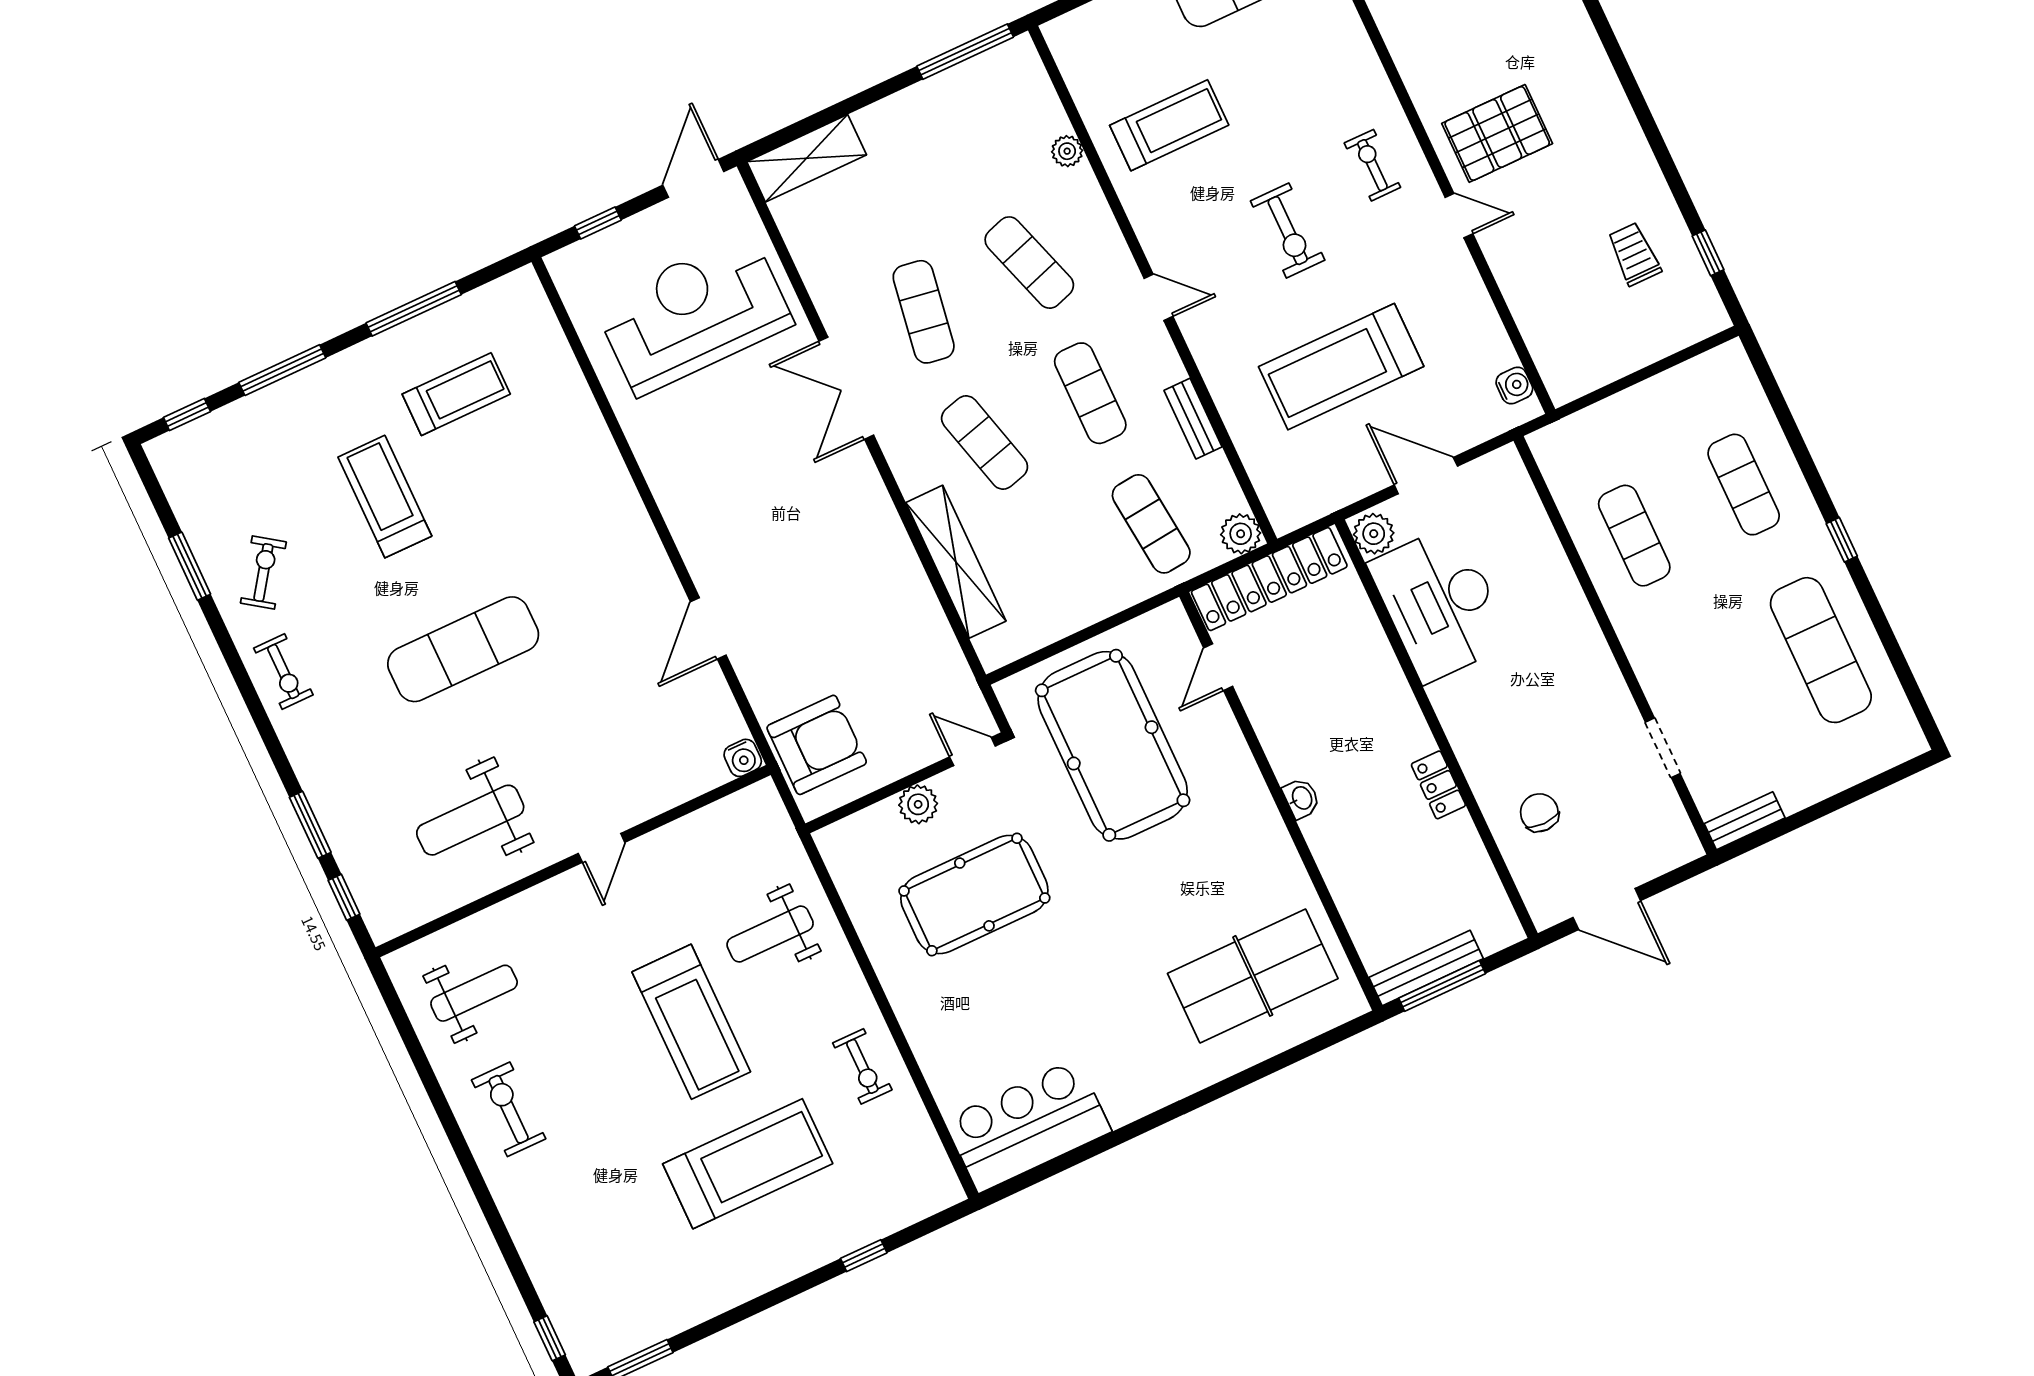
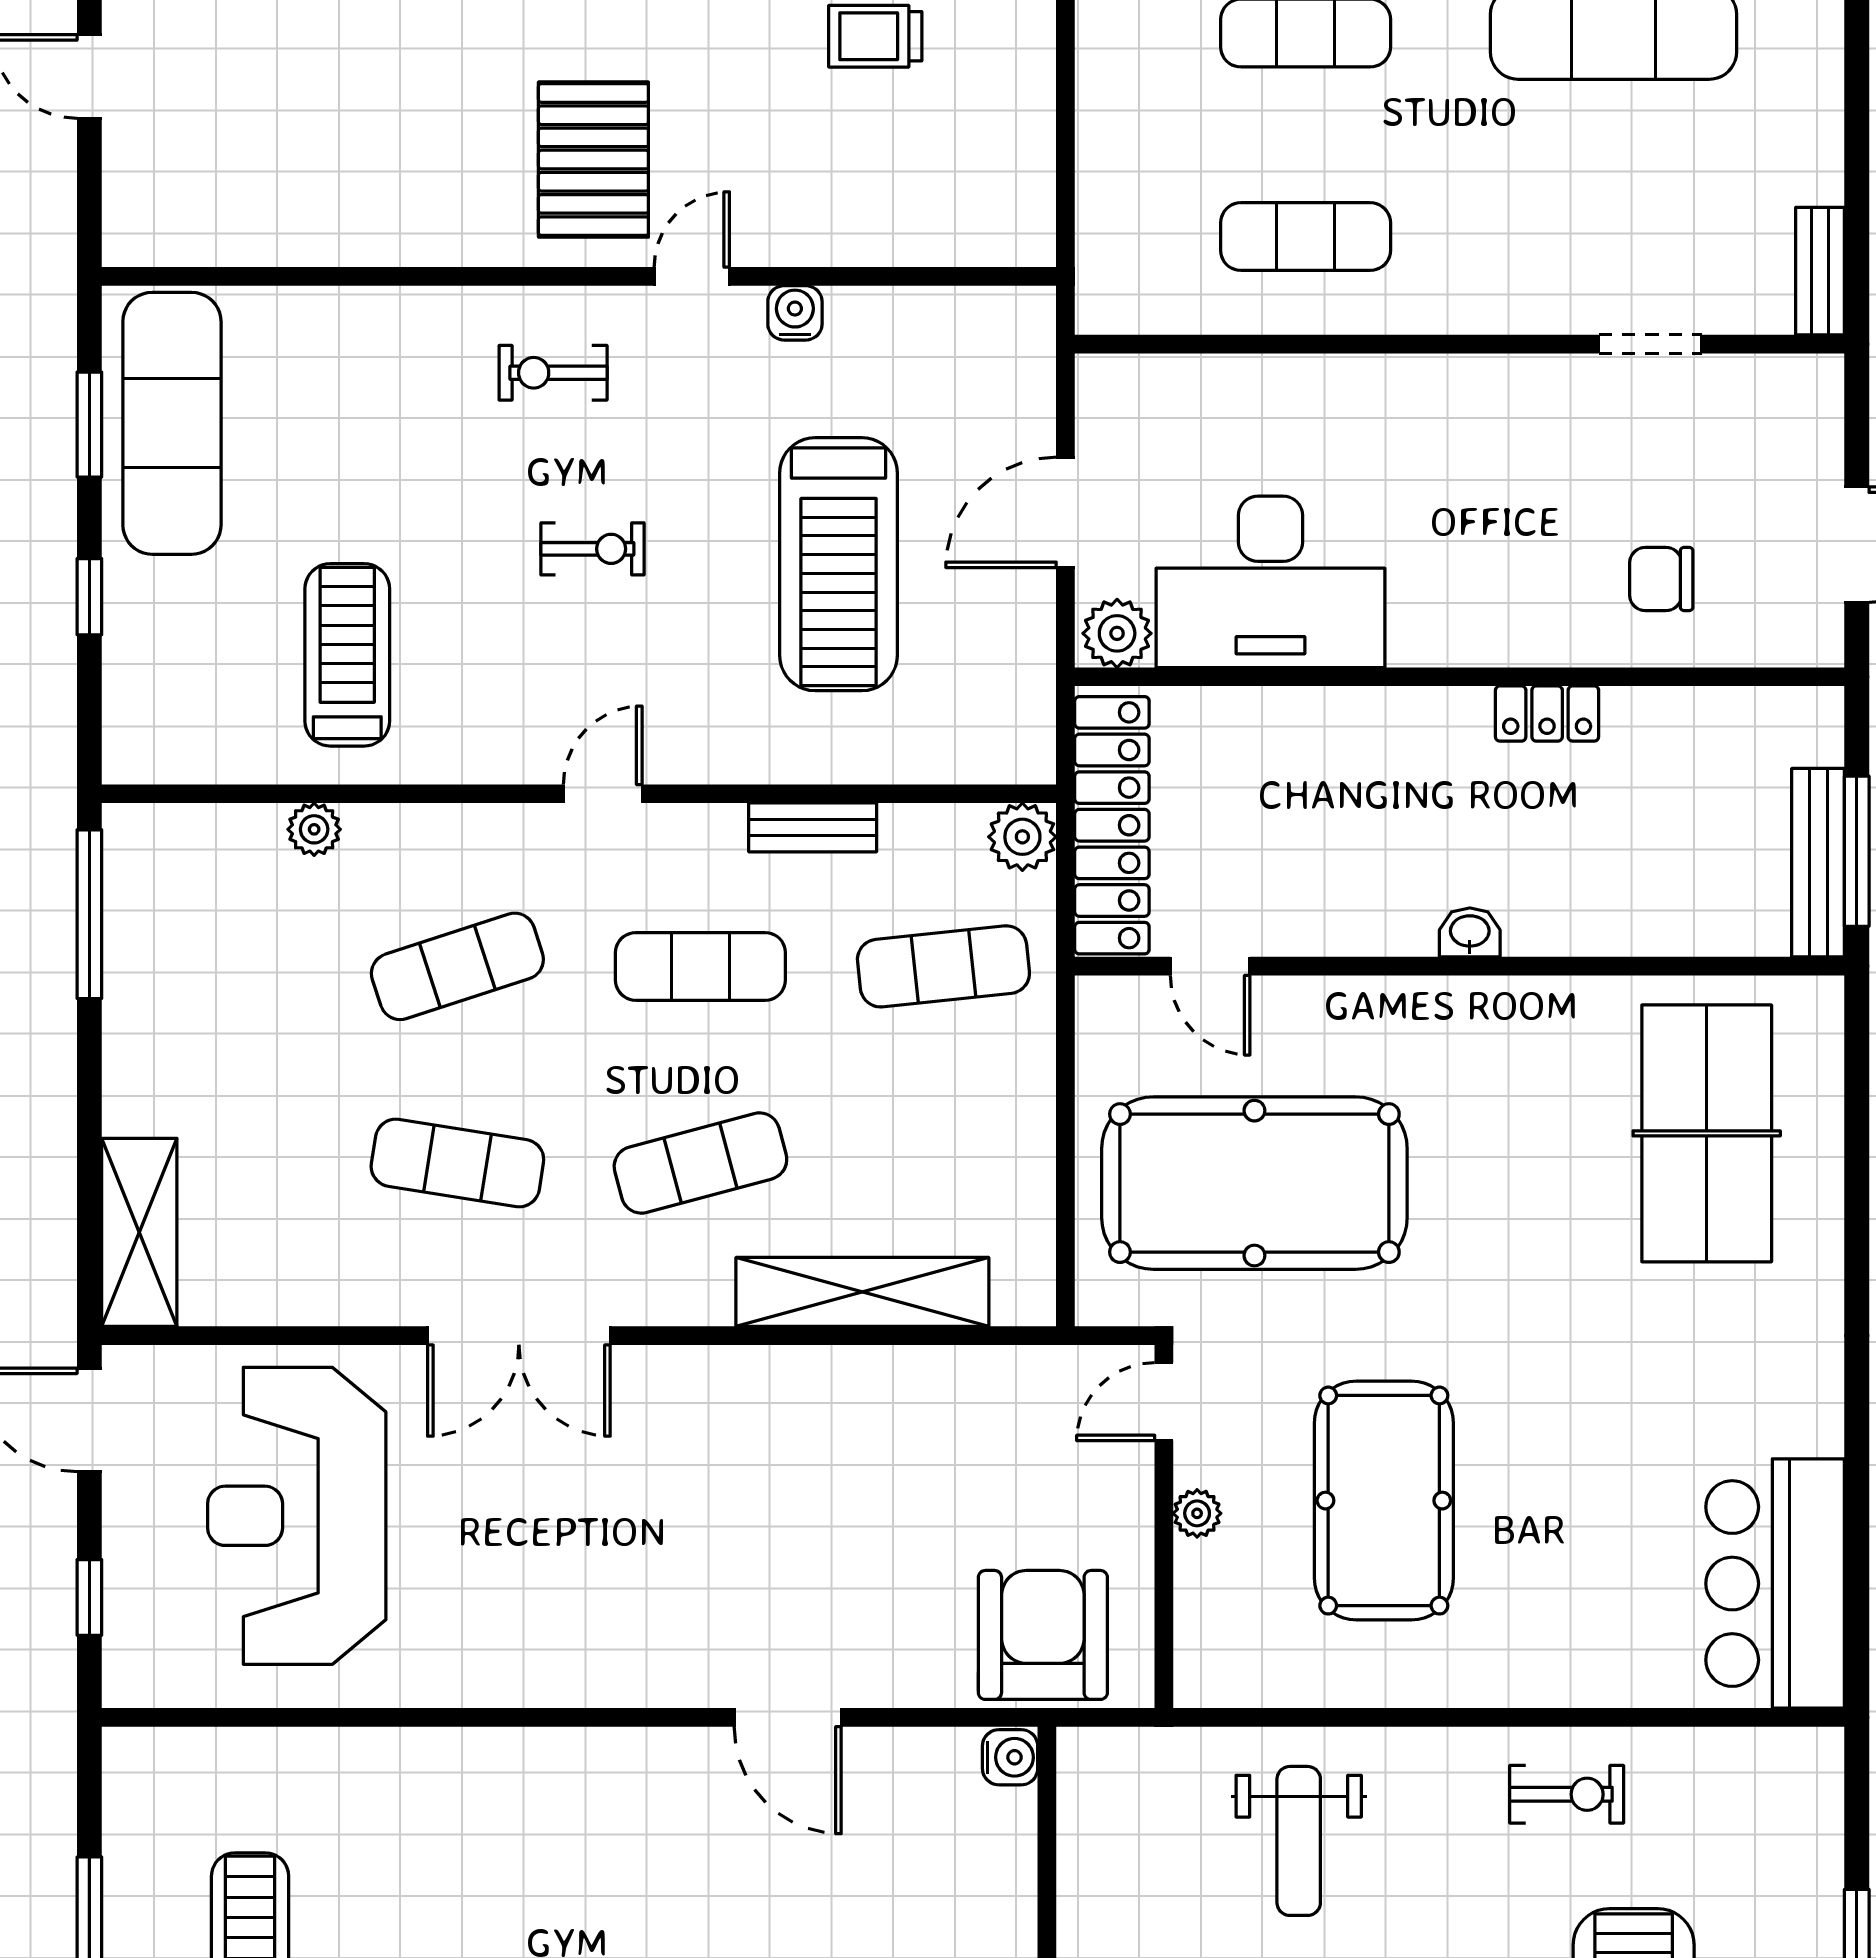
exercise bike: (1288, 231) -> (593, 549), width x0.73, depth x0.72
water cooler: (1514, 385) -> (795, 313), moved
plant: (918, 804) -> (1197, 1513), width x0.73, depth x0.73

